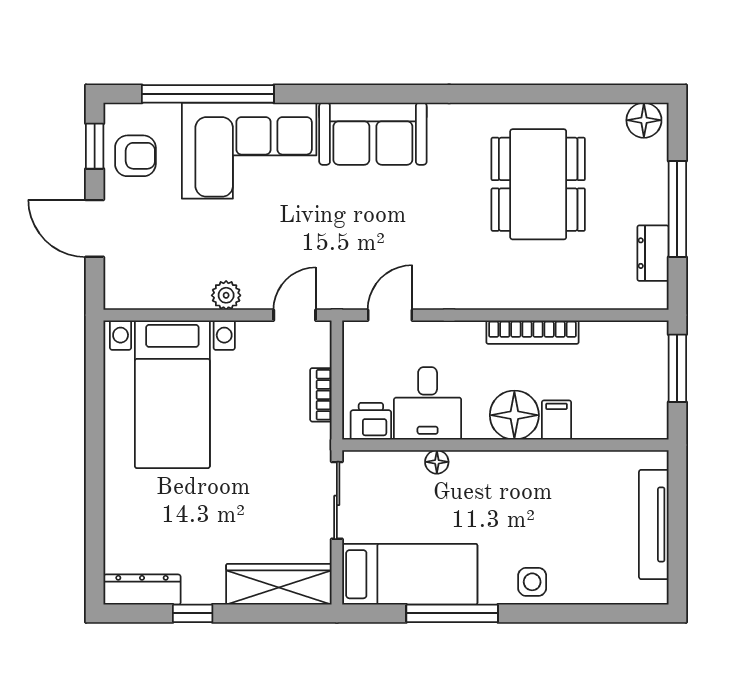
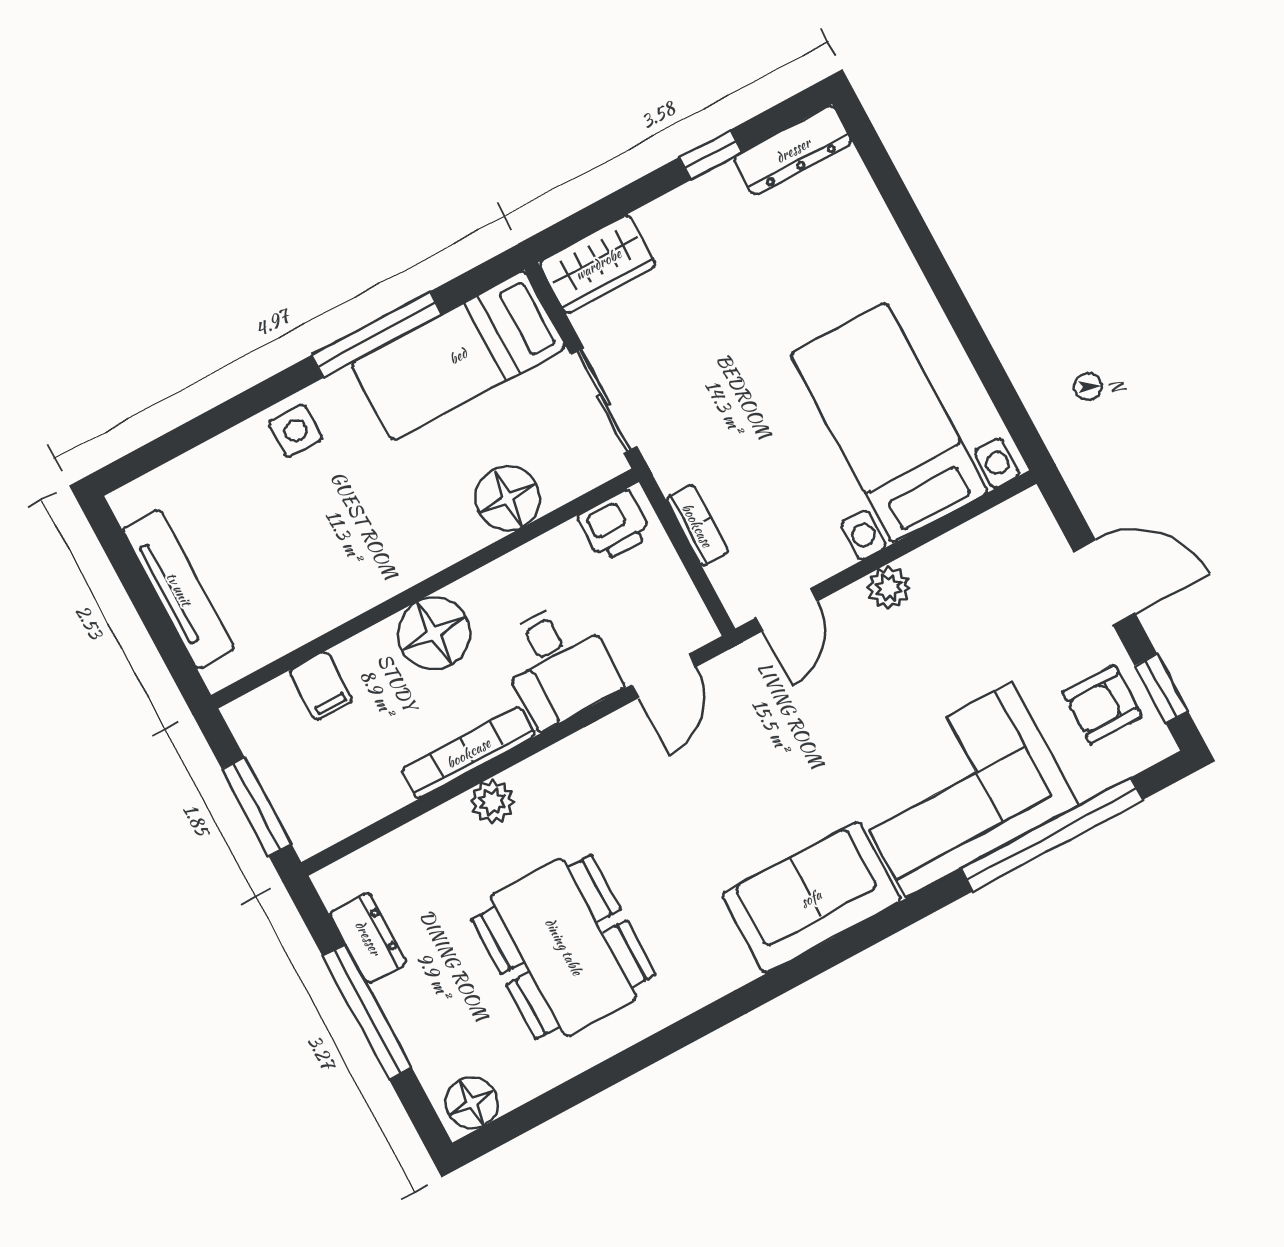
plant: (534, 295) -> (492, 802), added
desk: (428, 403) -> (558, 664), moved, turned 180
filing cabinet: (556, 420) -> (321, 686), moved
floor lamp: (437, 462) -> (508, 498), width x1.89, depth x1.89
wardrobe: (279, 584) -> (598, 264), width x0.67

